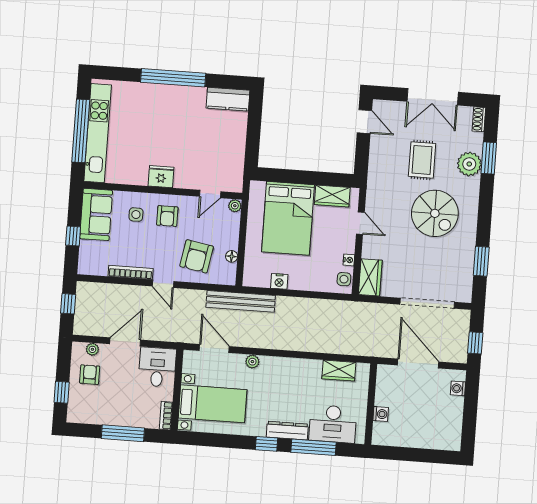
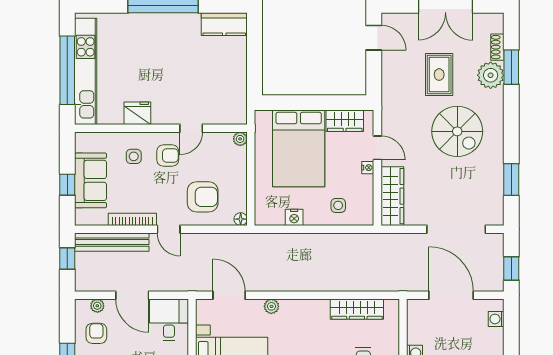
shoe rack: (479, 119) -> (497, 47), moved
fridge: (161, 177) -> (137, 113), moved
door: (210, 194) -> (191, 128), moved
sofa: (96, 214) -> (91, 180), moved
armchair: (167, 216) -> (168, 156), turned -90
armchair: (197, 256) -> (203, 197), turned -100
floor lamp: (232, 256) -> (241, 219), moved
nightstand: (349, 260) -> (368, 168), moved
wardrobe: (370, 277) -> (392, 196), width x1.50
side table: (344, 279) -> (338, 205), moved
bench: (241, 301) -> (112, 242), moved
door: (125, 342) -> (132, 295), swing flipped
wardrobe: (339, 371) -> (357, 309), width x1.50

